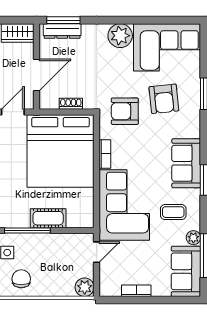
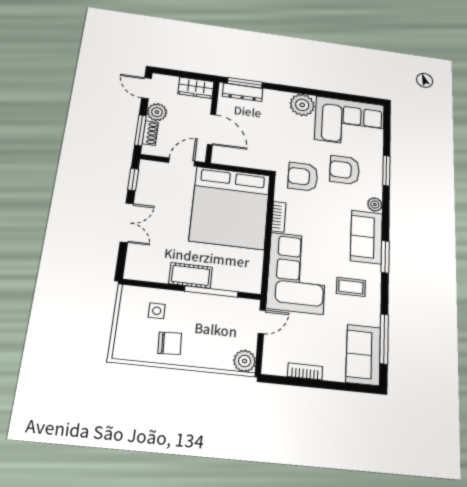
door: (36, 75) -> (211, 129), hinge flipped
armchair: (164, 99) -> (345, 170), turned 96
shoe rack: (71, 104) -> (246, 162), removed
cot: (48, 218) -> (191, 275), moved
window: (27, 230) -> (211, 292), moved
plant: (193, 238) -> (375, 205), moved
chair: (21, 279) -> (170, 343), turned 87

